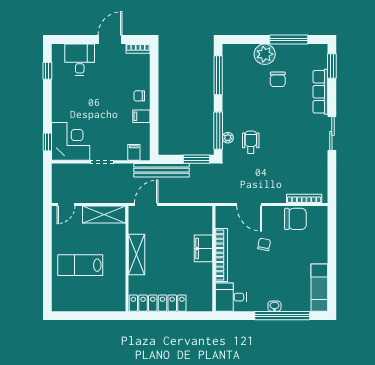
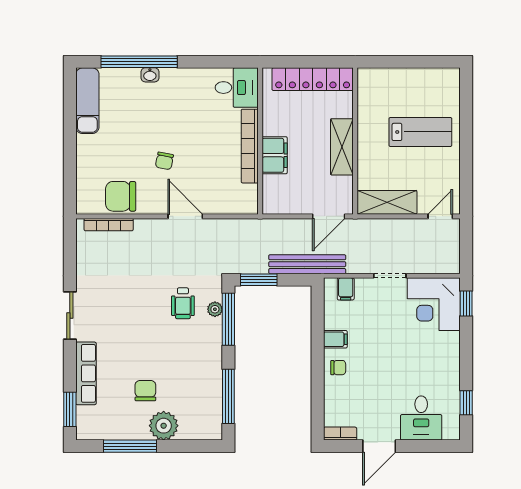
filing cabinet: (203, 248) -> (275, 155), moved
bookcase: (221, 255) -> (250, 146), moved
wall: (214, 259) -> (260, 141), moved
desk: (231, 297) -> (237, 88), moved

